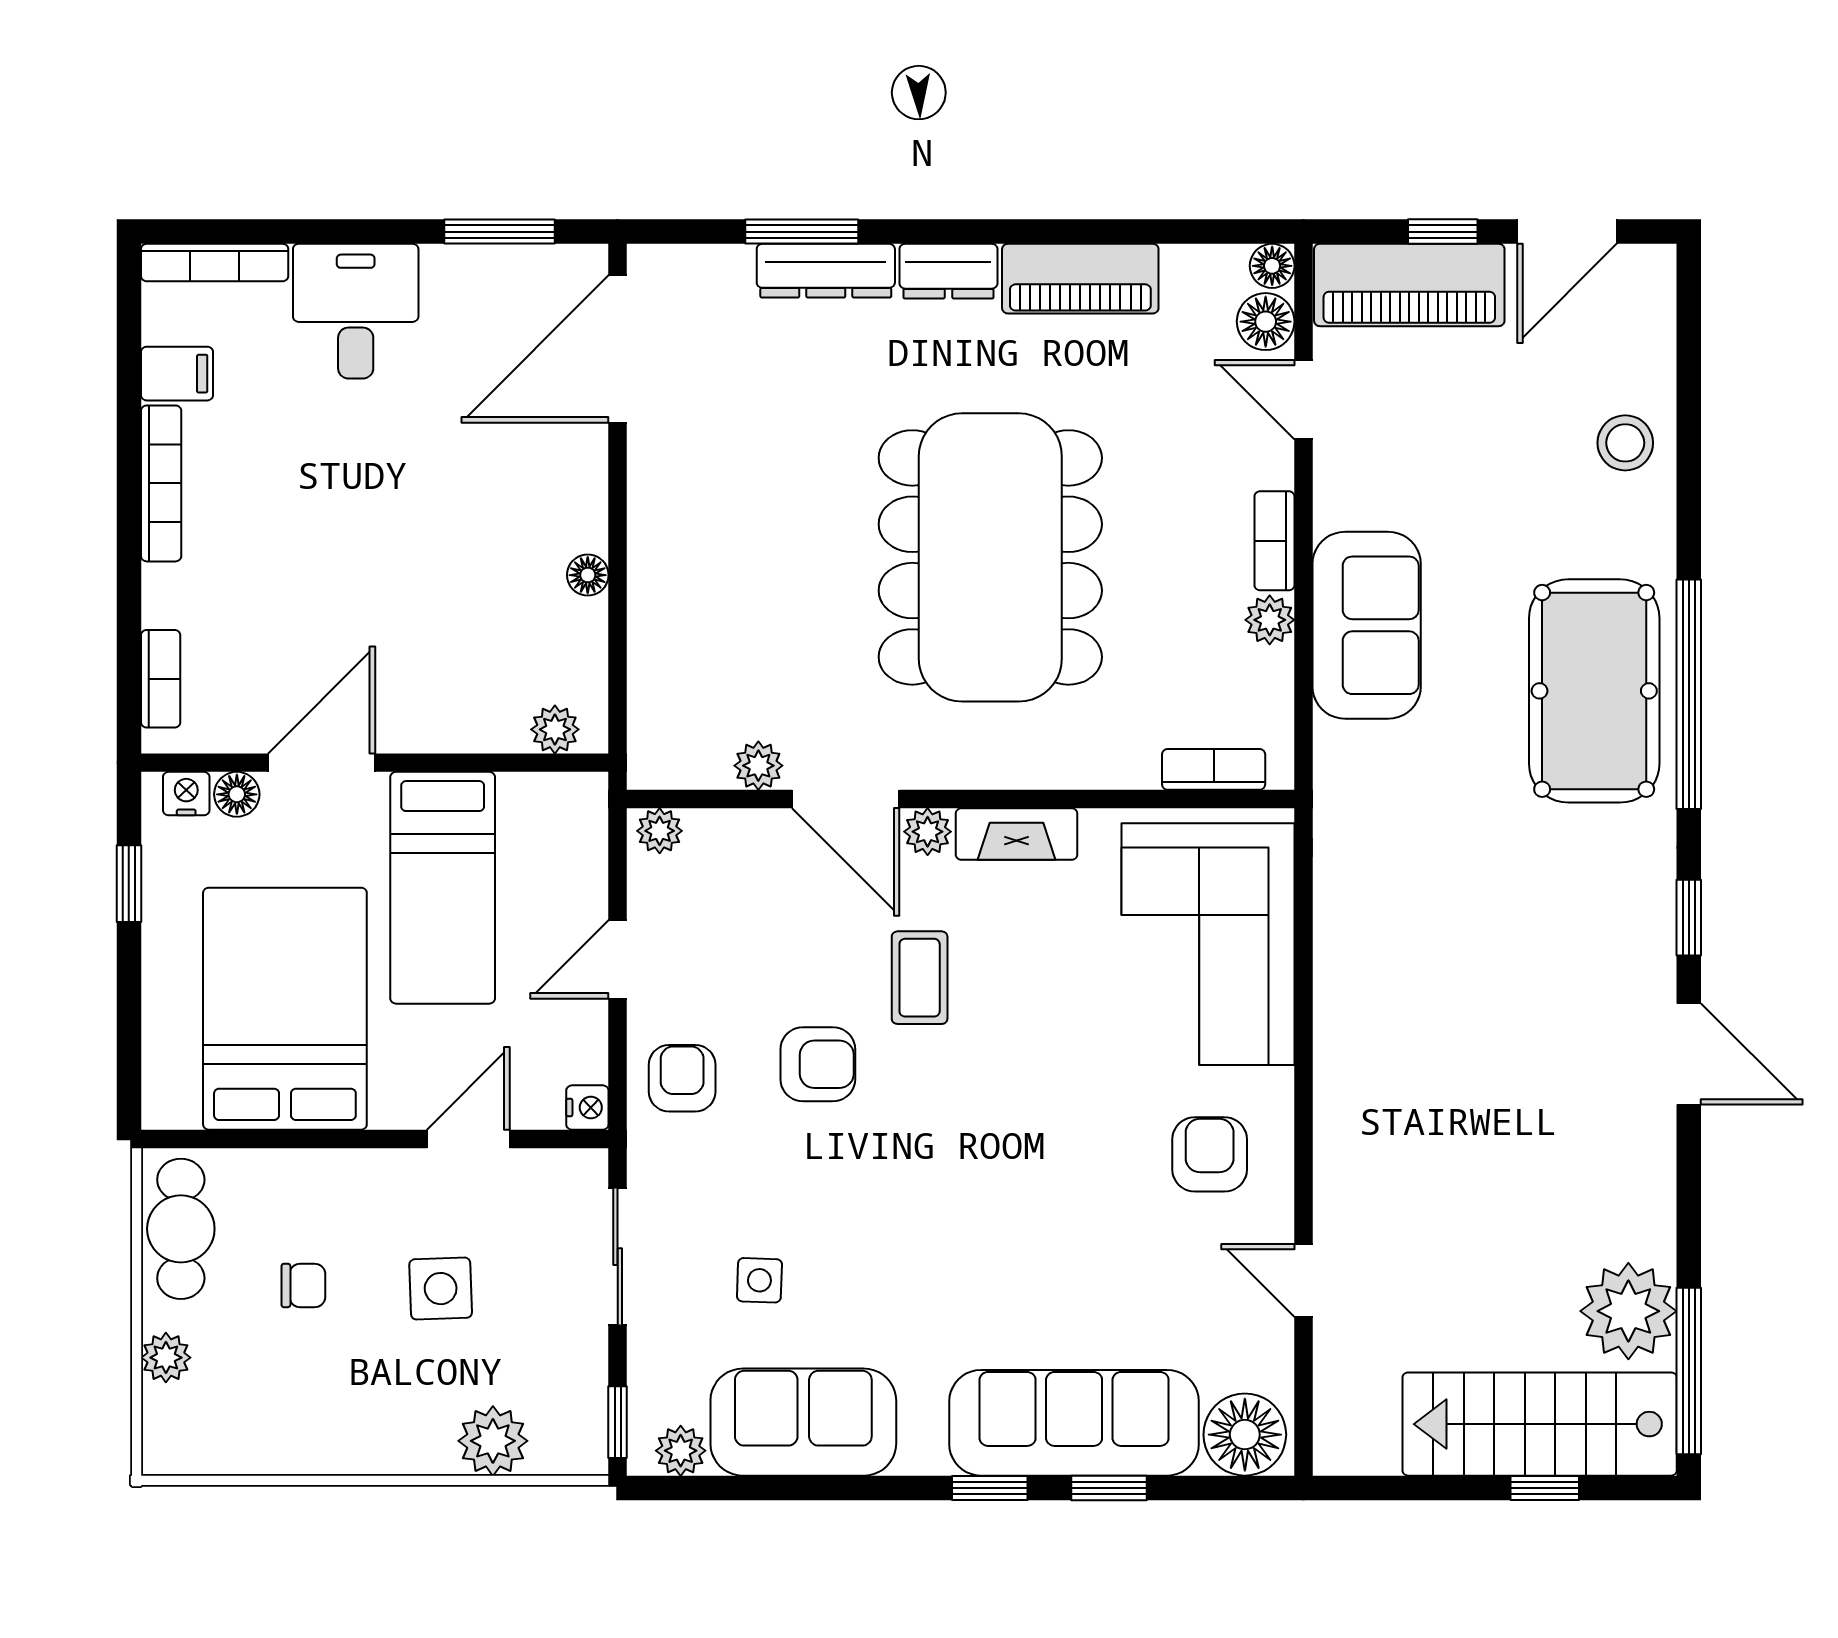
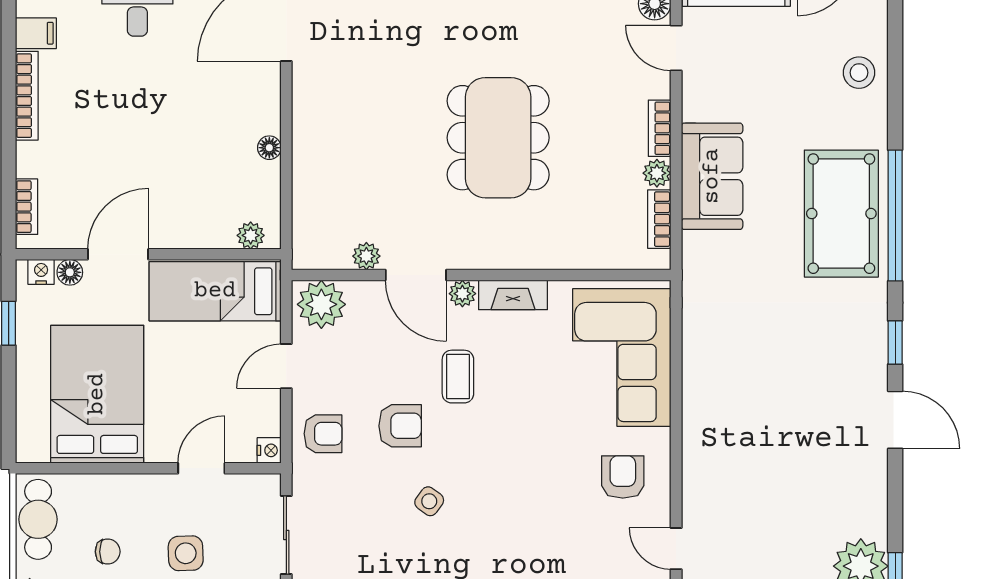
dining table: (990, 557) -> (498, 138), width x0.73, depth x0.80
bookcase: (1214, 769) -> (659, 219), moved, turned -90
plant: (660, 831) -> (321, 304), width x1.88, depth x1.88
bed: (443, 888) -> (215, 291), moved, turned 90
armchair: (682, 1078) -> (323, 434), turned 90
side table: (759, 1280) -> (429, 501), moved, turned 34

